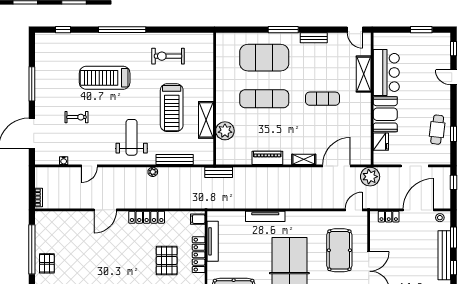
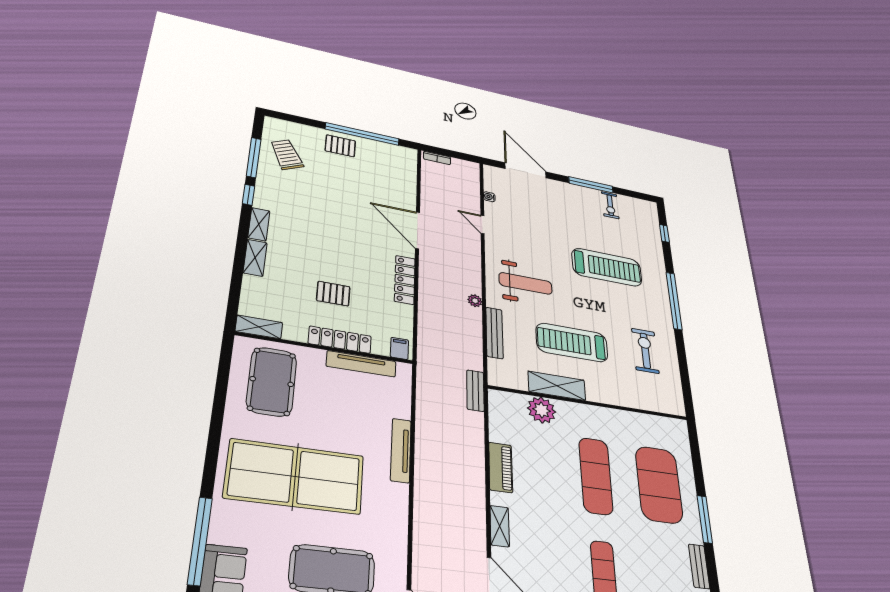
treadmill: (105, 78) -> (607, 267), turned 90
exercise bike: (76, 117) -> (610, 205), moved
door: (105, 210) -> (418, 230), width x1.36
pallet: (167, 260) -> (333, 294), width x0.67, depth x0.71

